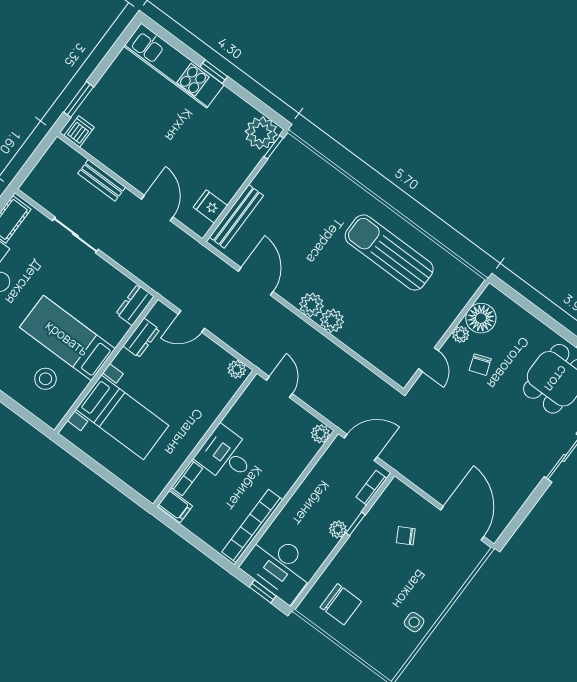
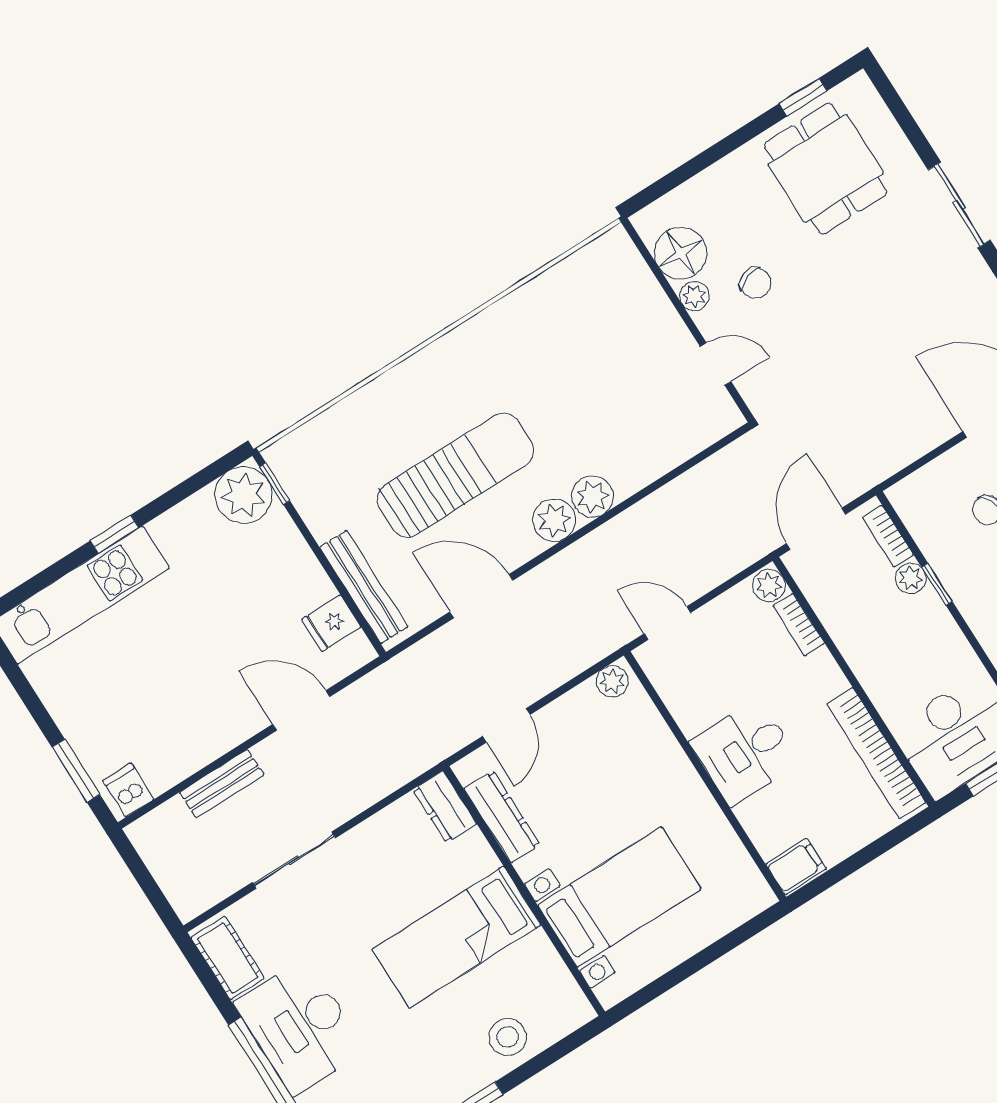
sun lounger: (389, 253) -> (455, 475), moved, turned 180
dresser: (141, 338) -> (502, 817), width x1.44
stool: (46, 379) -> (508, 1037), moved
bookcase: (187, 478) -> (799, 625), moved, turned 180
plant: (338, 529) -> (911, 578), moved

